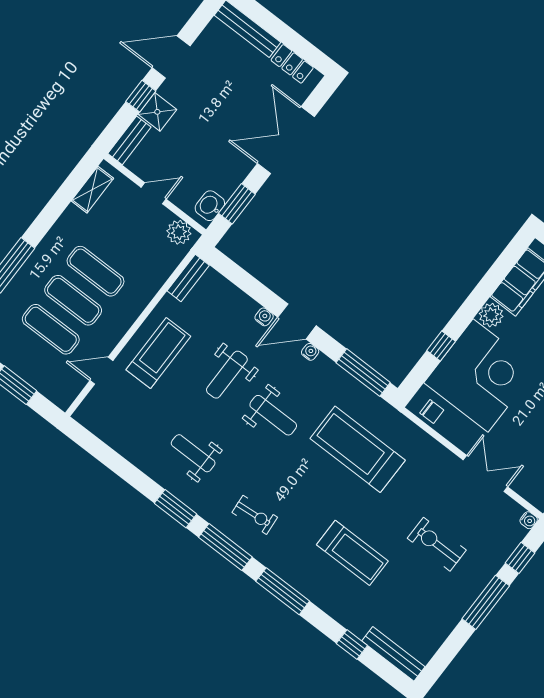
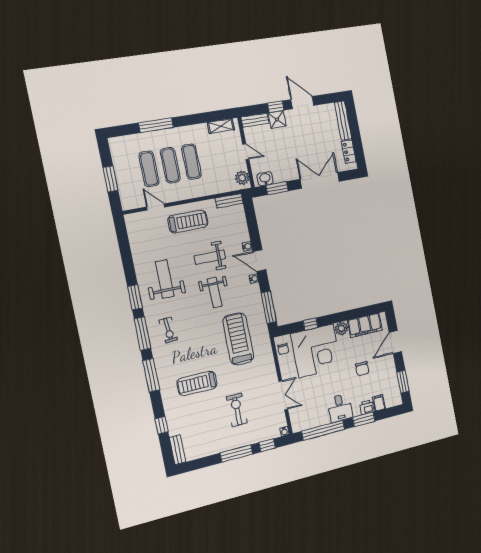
weight bench: (193, 453) -> (165, 279), width x1.36, depth x1.33
treadmill: (352, 553) -> (197, 383), turned 90
bench: (393, 654) -> (178, 450), width x0.73

